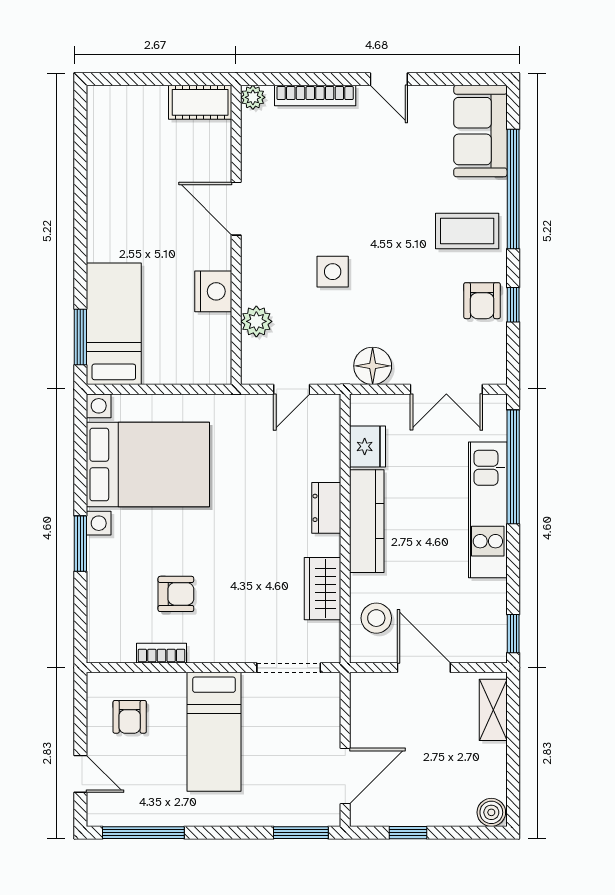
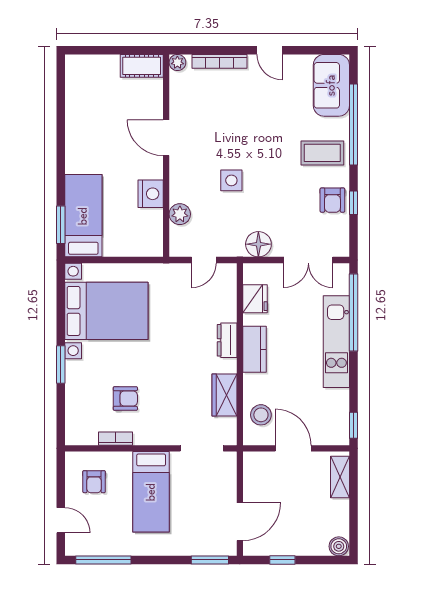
kitchen counter: (367, 521) -> (255, 349), width x0.67

